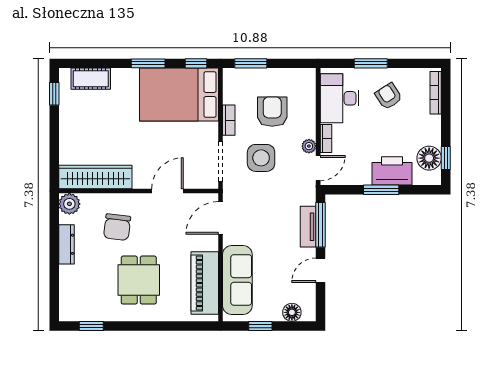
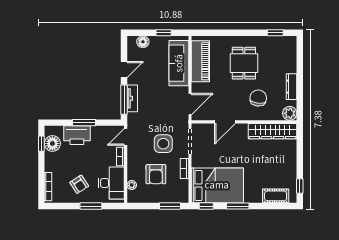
plant: (309, 146) -> (132, 185), moved

